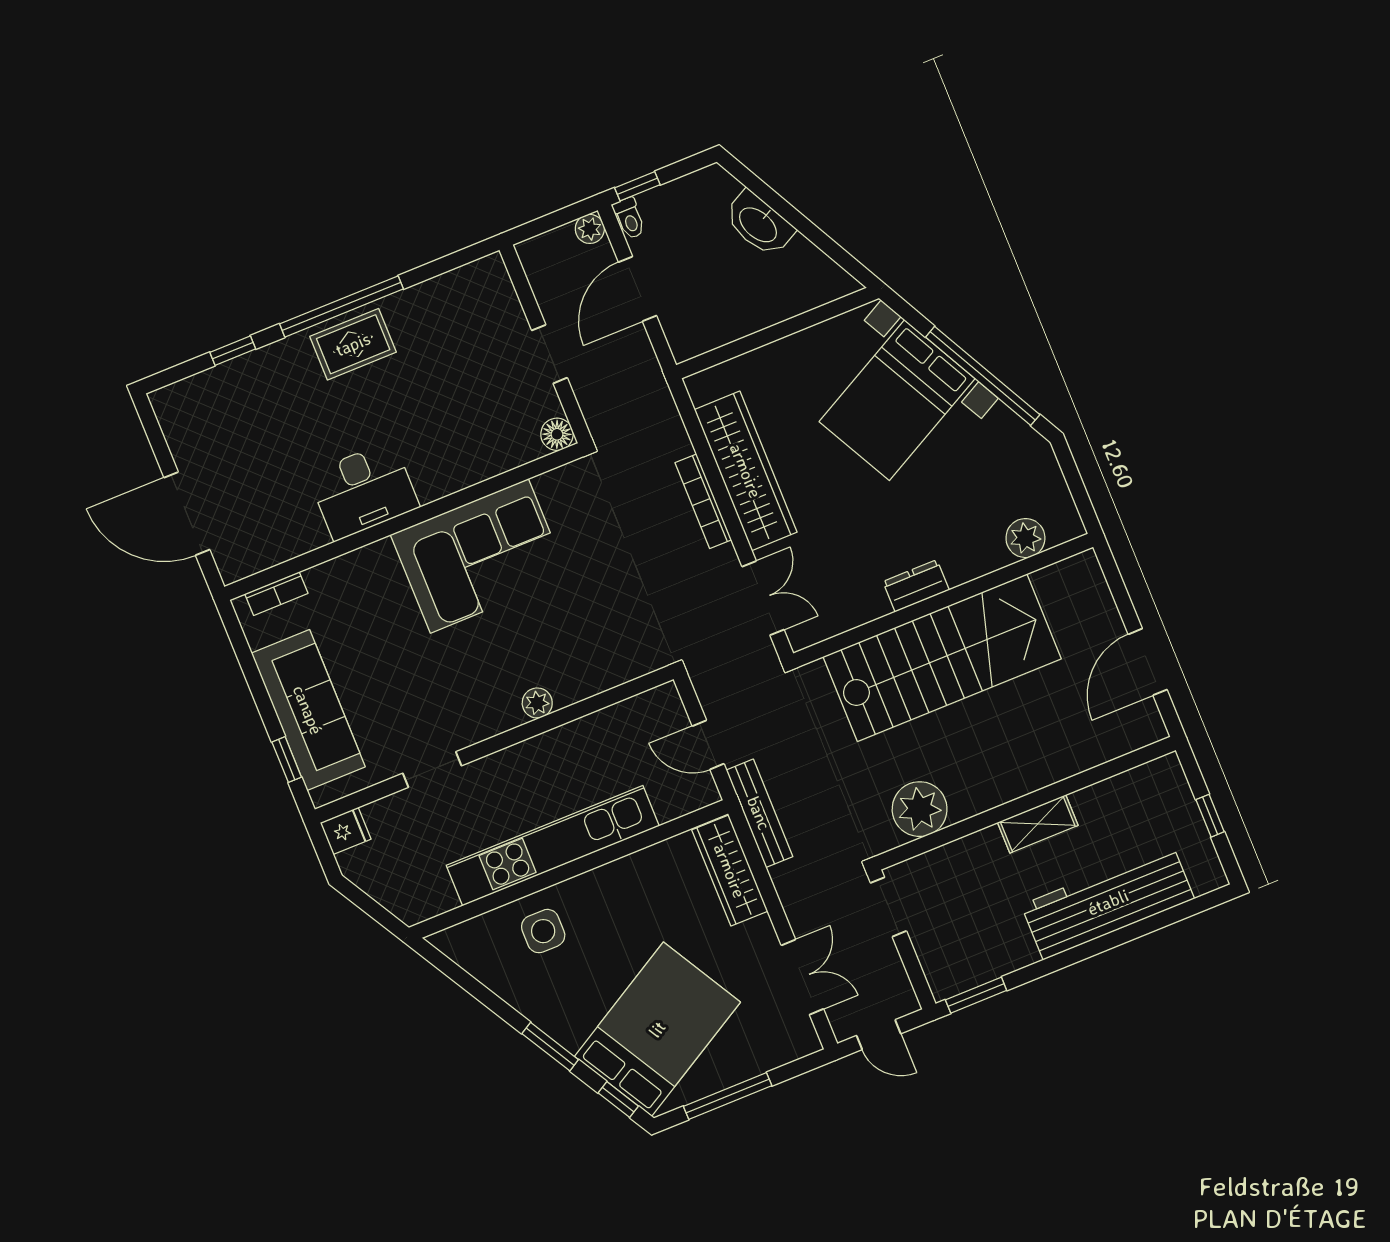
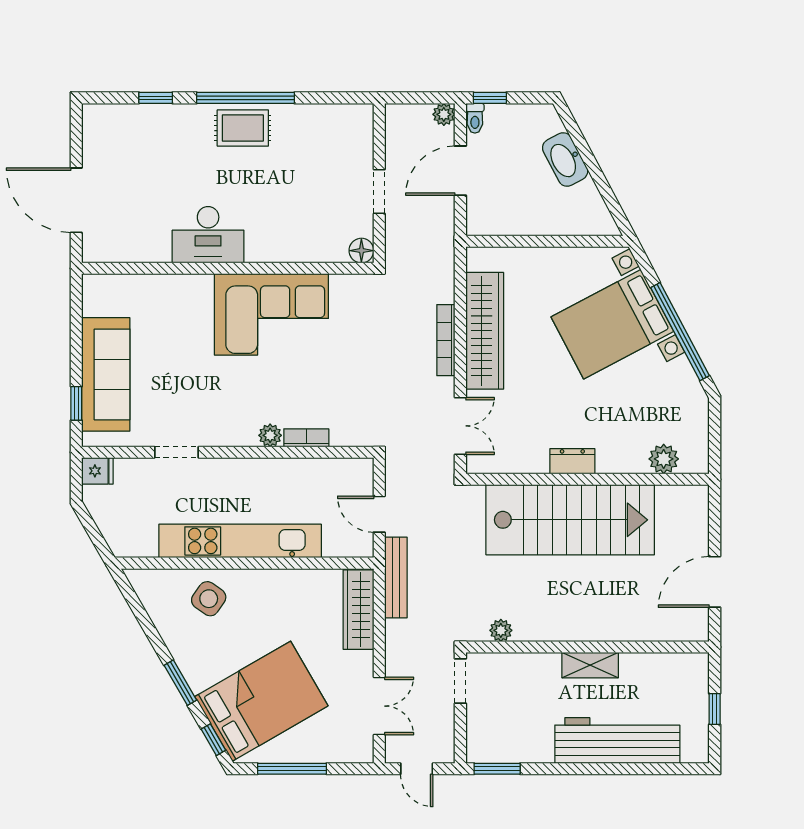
bookcase: (276, 594) -> (306, 438), moved, turned 180
plant: (920, 809) -> (501, 630), width x0.53, depth x0.53
side table: (543, 931) -> (209, 599), turned 35

